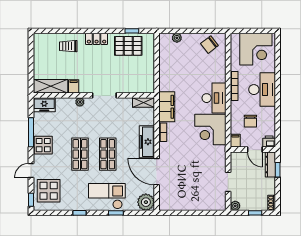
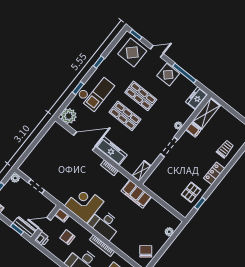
pallet: (128, 46) -> (191, 192), width x0.67, depth x0.71
filing cabinet: (167, 107) -> (136, 194), moved
door: (31, 171) -> (157, 51), hinge flipped

